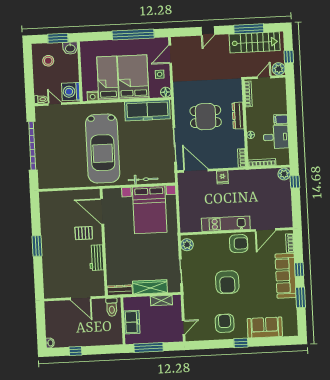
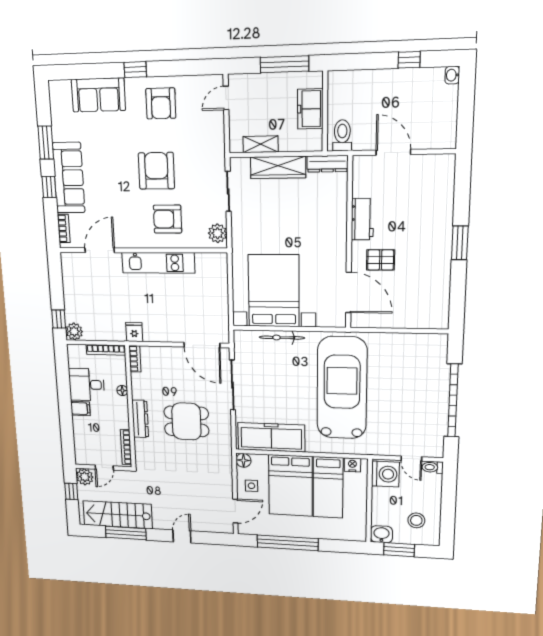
fridge: (222, 177) -> (134, 332), moved
armchair: (239, 244) -> (168, 219), moved

